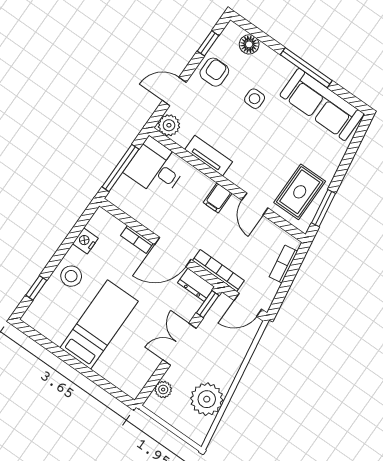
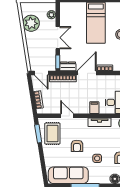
armchair: (274, 143) -> (77, 146), added
filing cabinet: (218, 198) -> (94, 108), moved
door: (248, 305) -> (41, 73), swing flipped

